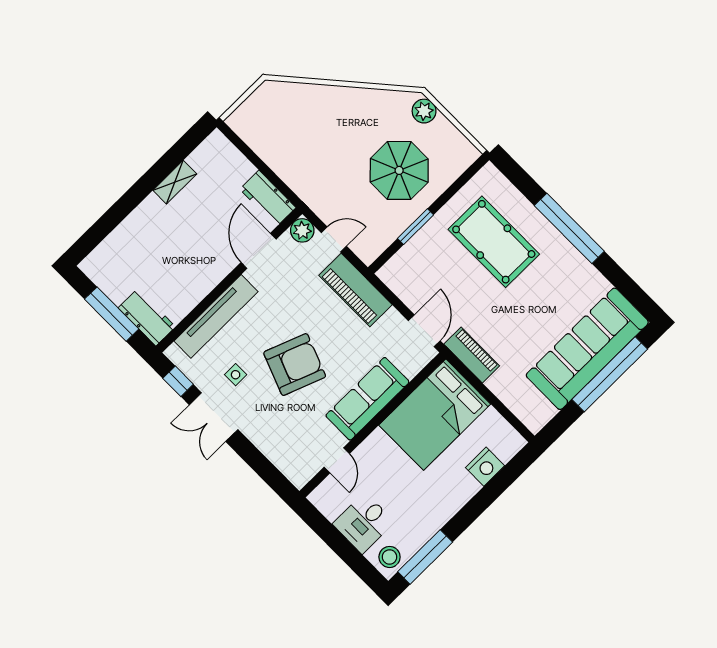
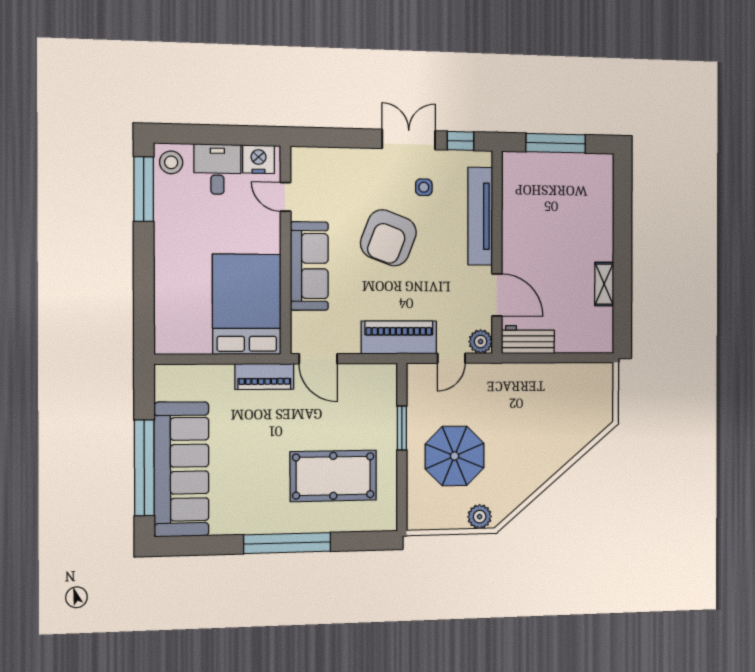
workbench: (147, 317) -> (529, 166), removed
nightstand: (485, 467) -> (259, 159), moved, turned 90

